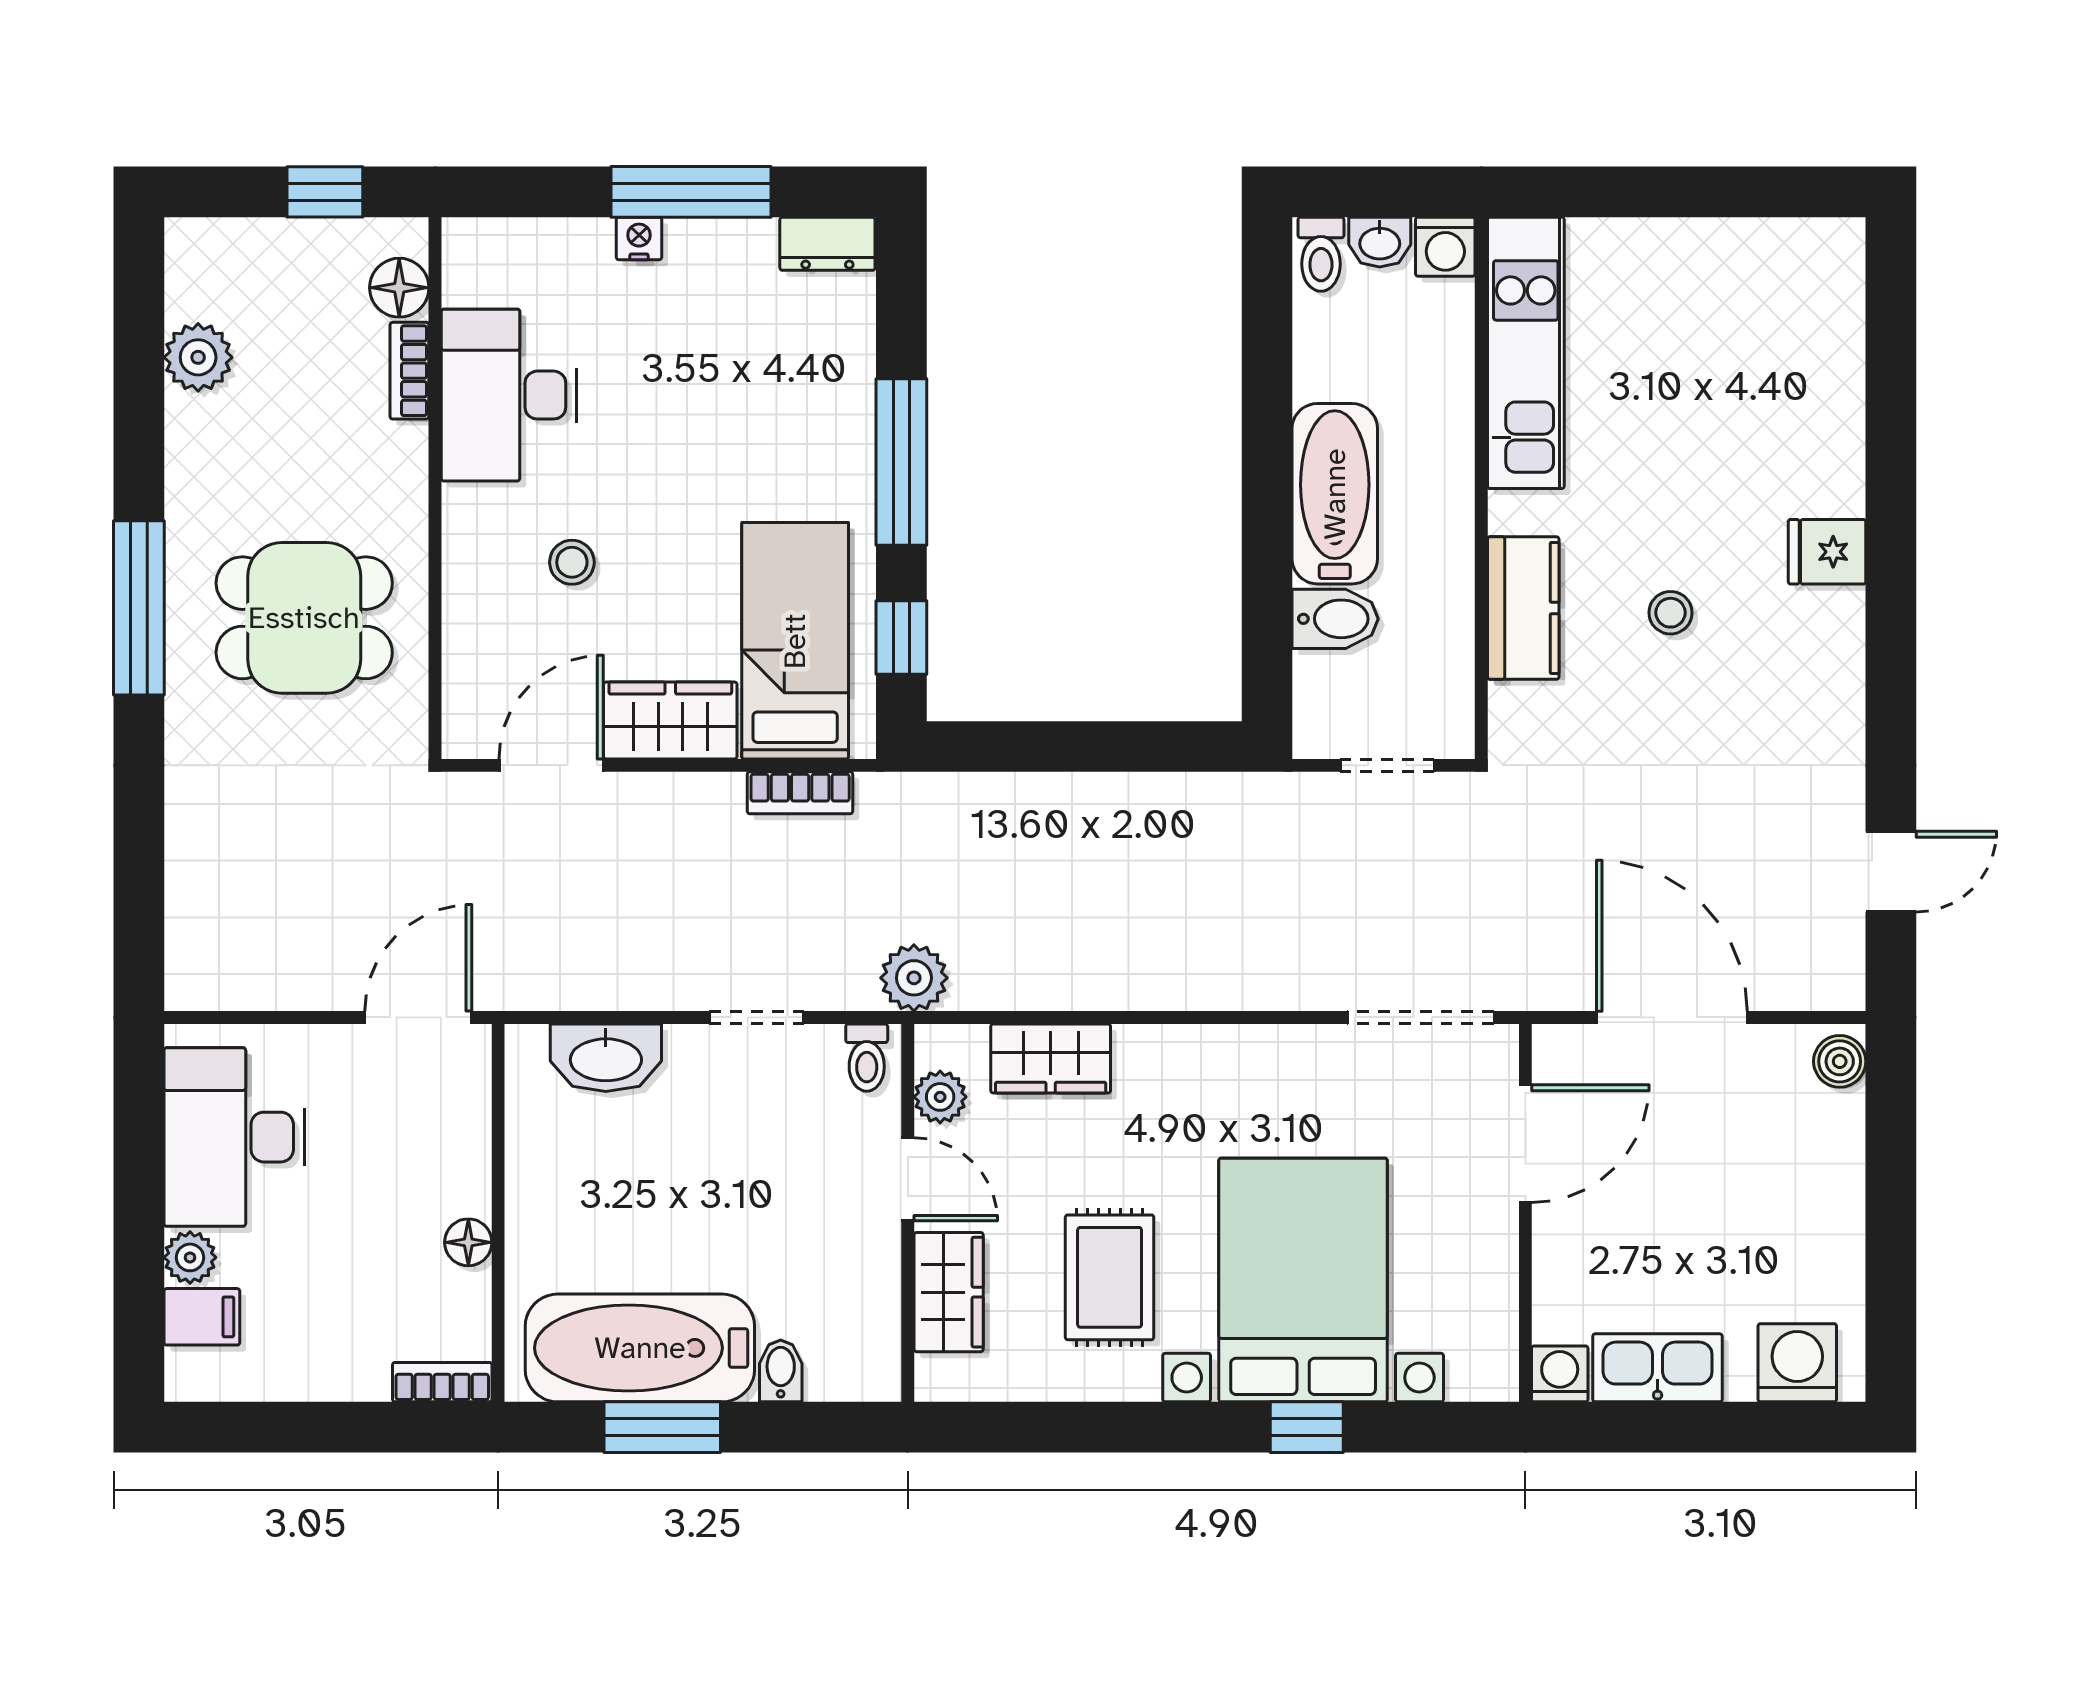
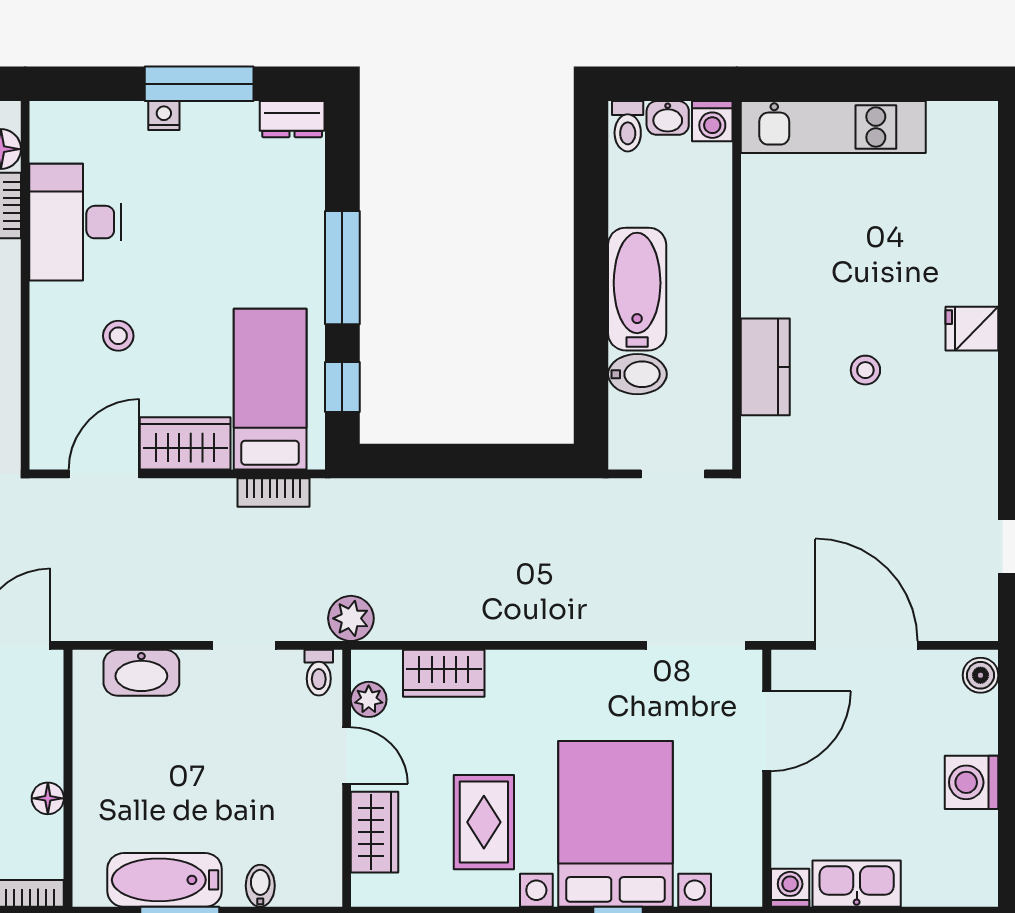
kitchen unit: (1526, 353) -> (833, 127), moved, turned 90
bathtub: (640, 1348) -> (164, 880), width x0.73, depth x0.73
washing machine: (1797, 1363) -> (972, 782), moved, turned -90

